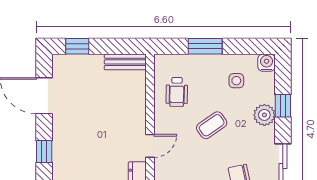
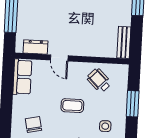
wheelchair: (177, 92) -> (99, 80), turned 43
coffee table: (212, 125) -> (72, 106), turned -55

